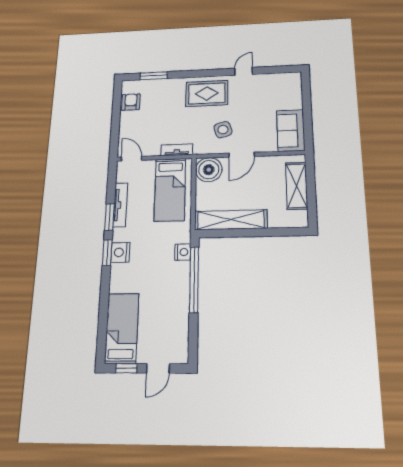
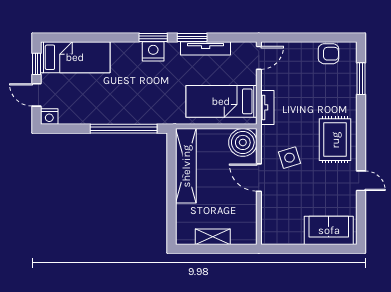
sofa: (291, 130) -> (329, 230), moved
shelving: (297, 186) -> (213, 237), width x0.67, depth x0.75
nightstand: (183, 252) -> (49, 116), moved

